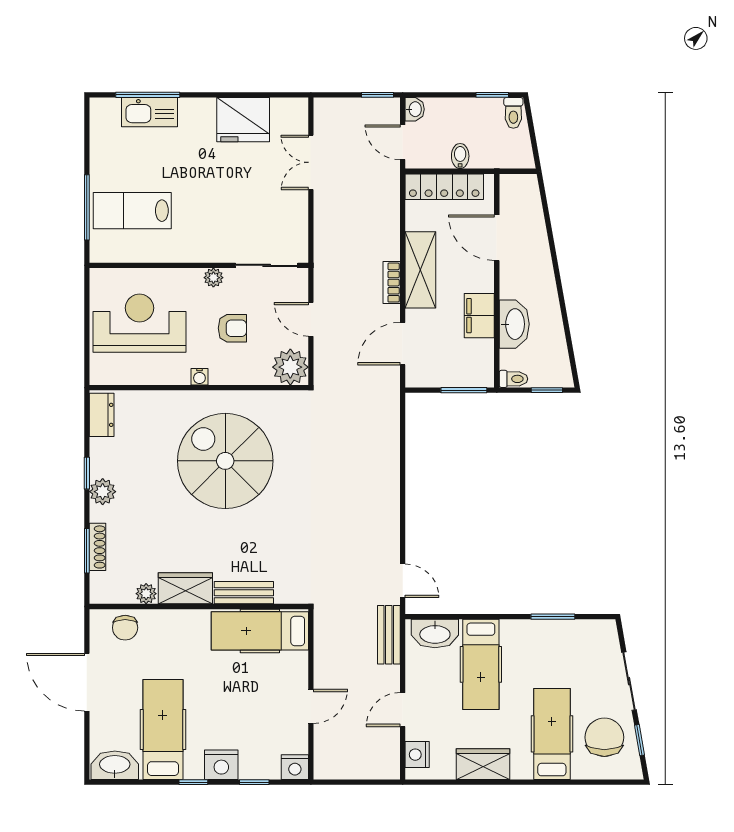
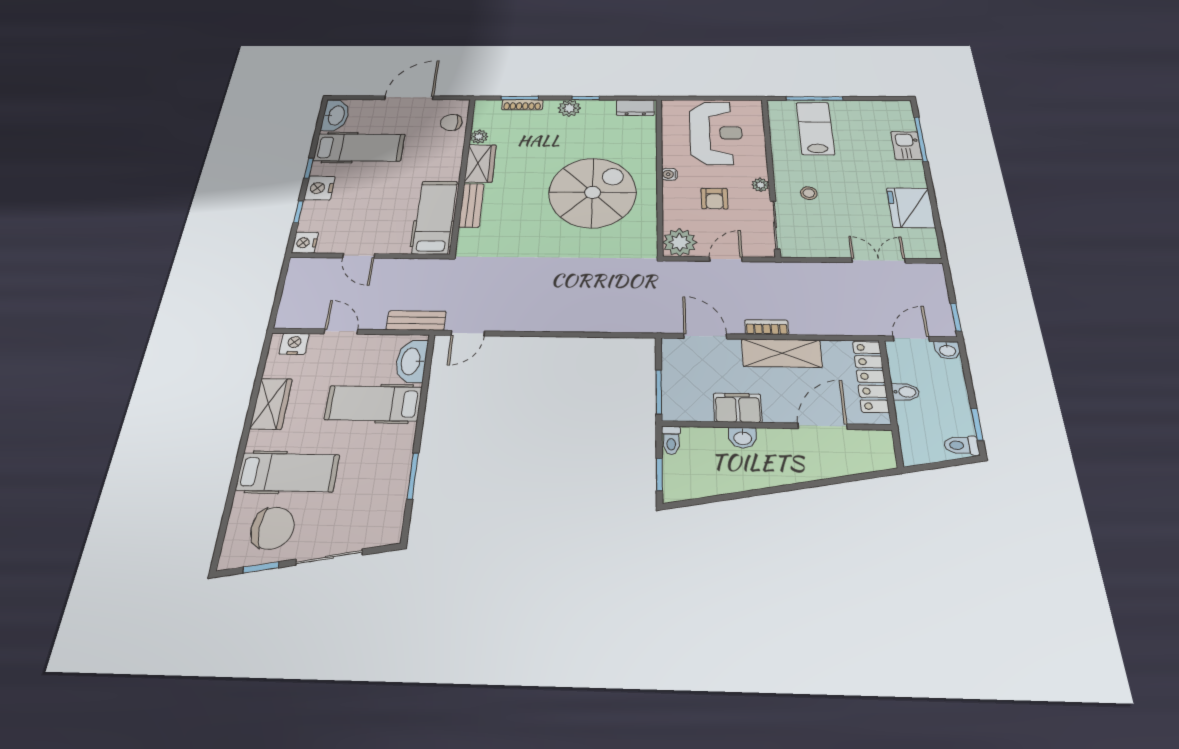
kitchen sink: (150, 112) -> (906, 146), width x0.73
stool: (224, 226) -> (809, 193), added
washbasin: (514, 324) -> (743, 438), width x0.52, depth x0.69

